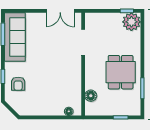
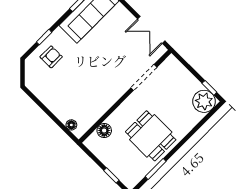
dining table: (121, 72) -> (151, 136), turned 90
armchair: (18, 84) -> (51, 57), turned 180

